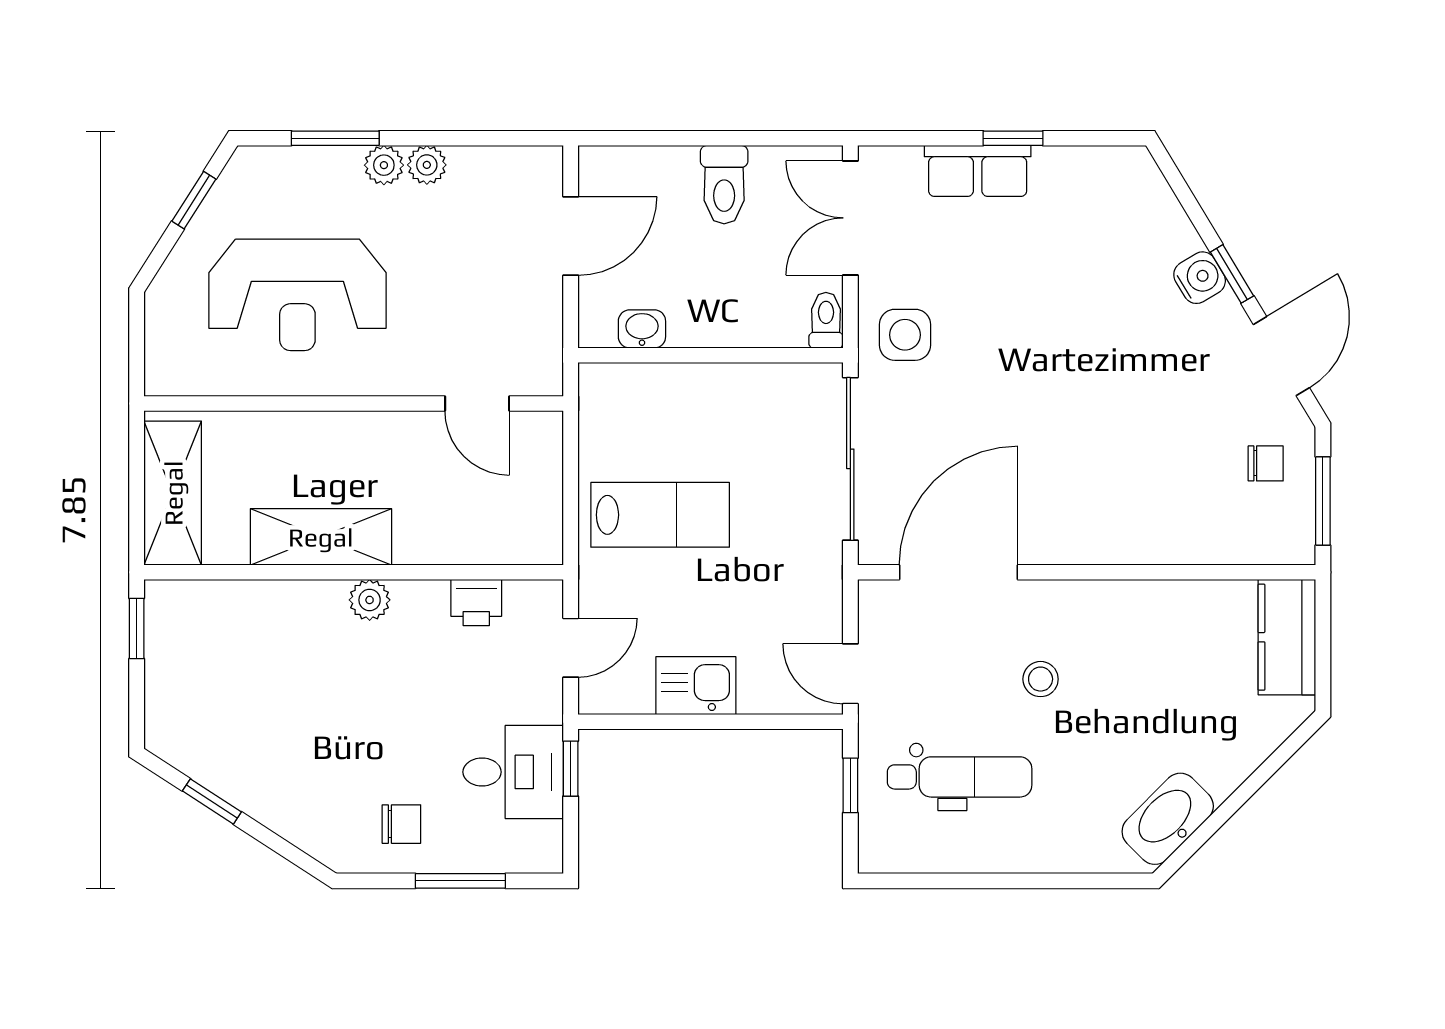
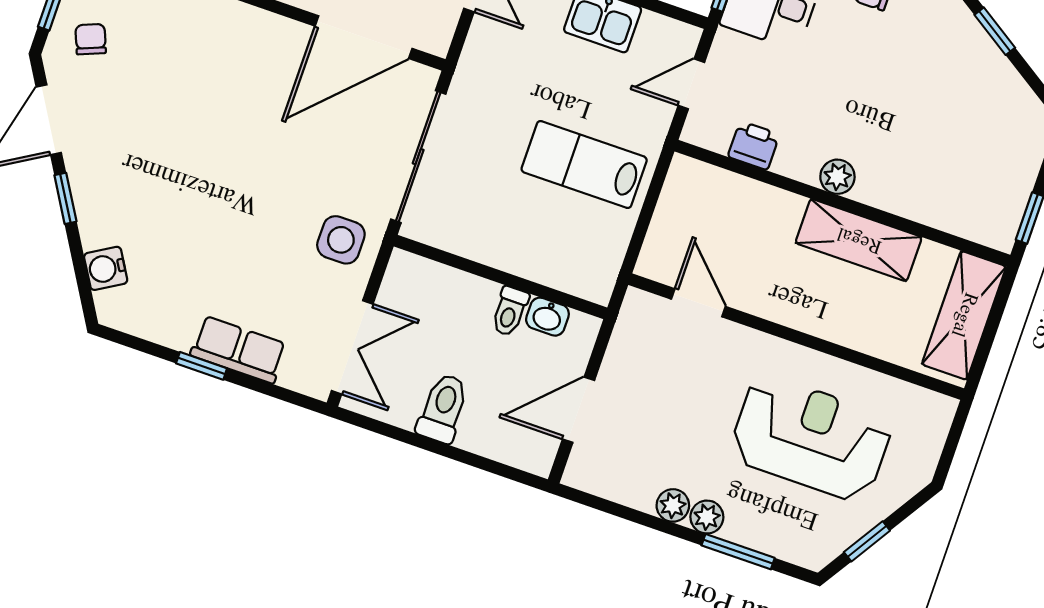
water cooler: (1200, 278) -> (106, 268), moved
toilet: (826, 320) -> (510, 311), moved
chair: (1266, 463) -> (91, 39), turned 68
window: (212, 801) -> (995, 31), moved

